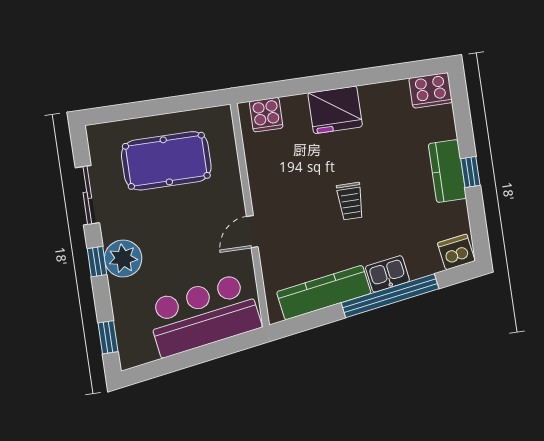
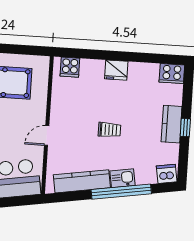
fridge: (335, 110) -> (116, 70), width x0.73, depth x0.75
trolley: (350, 201) -> (109, 130), turned -90

